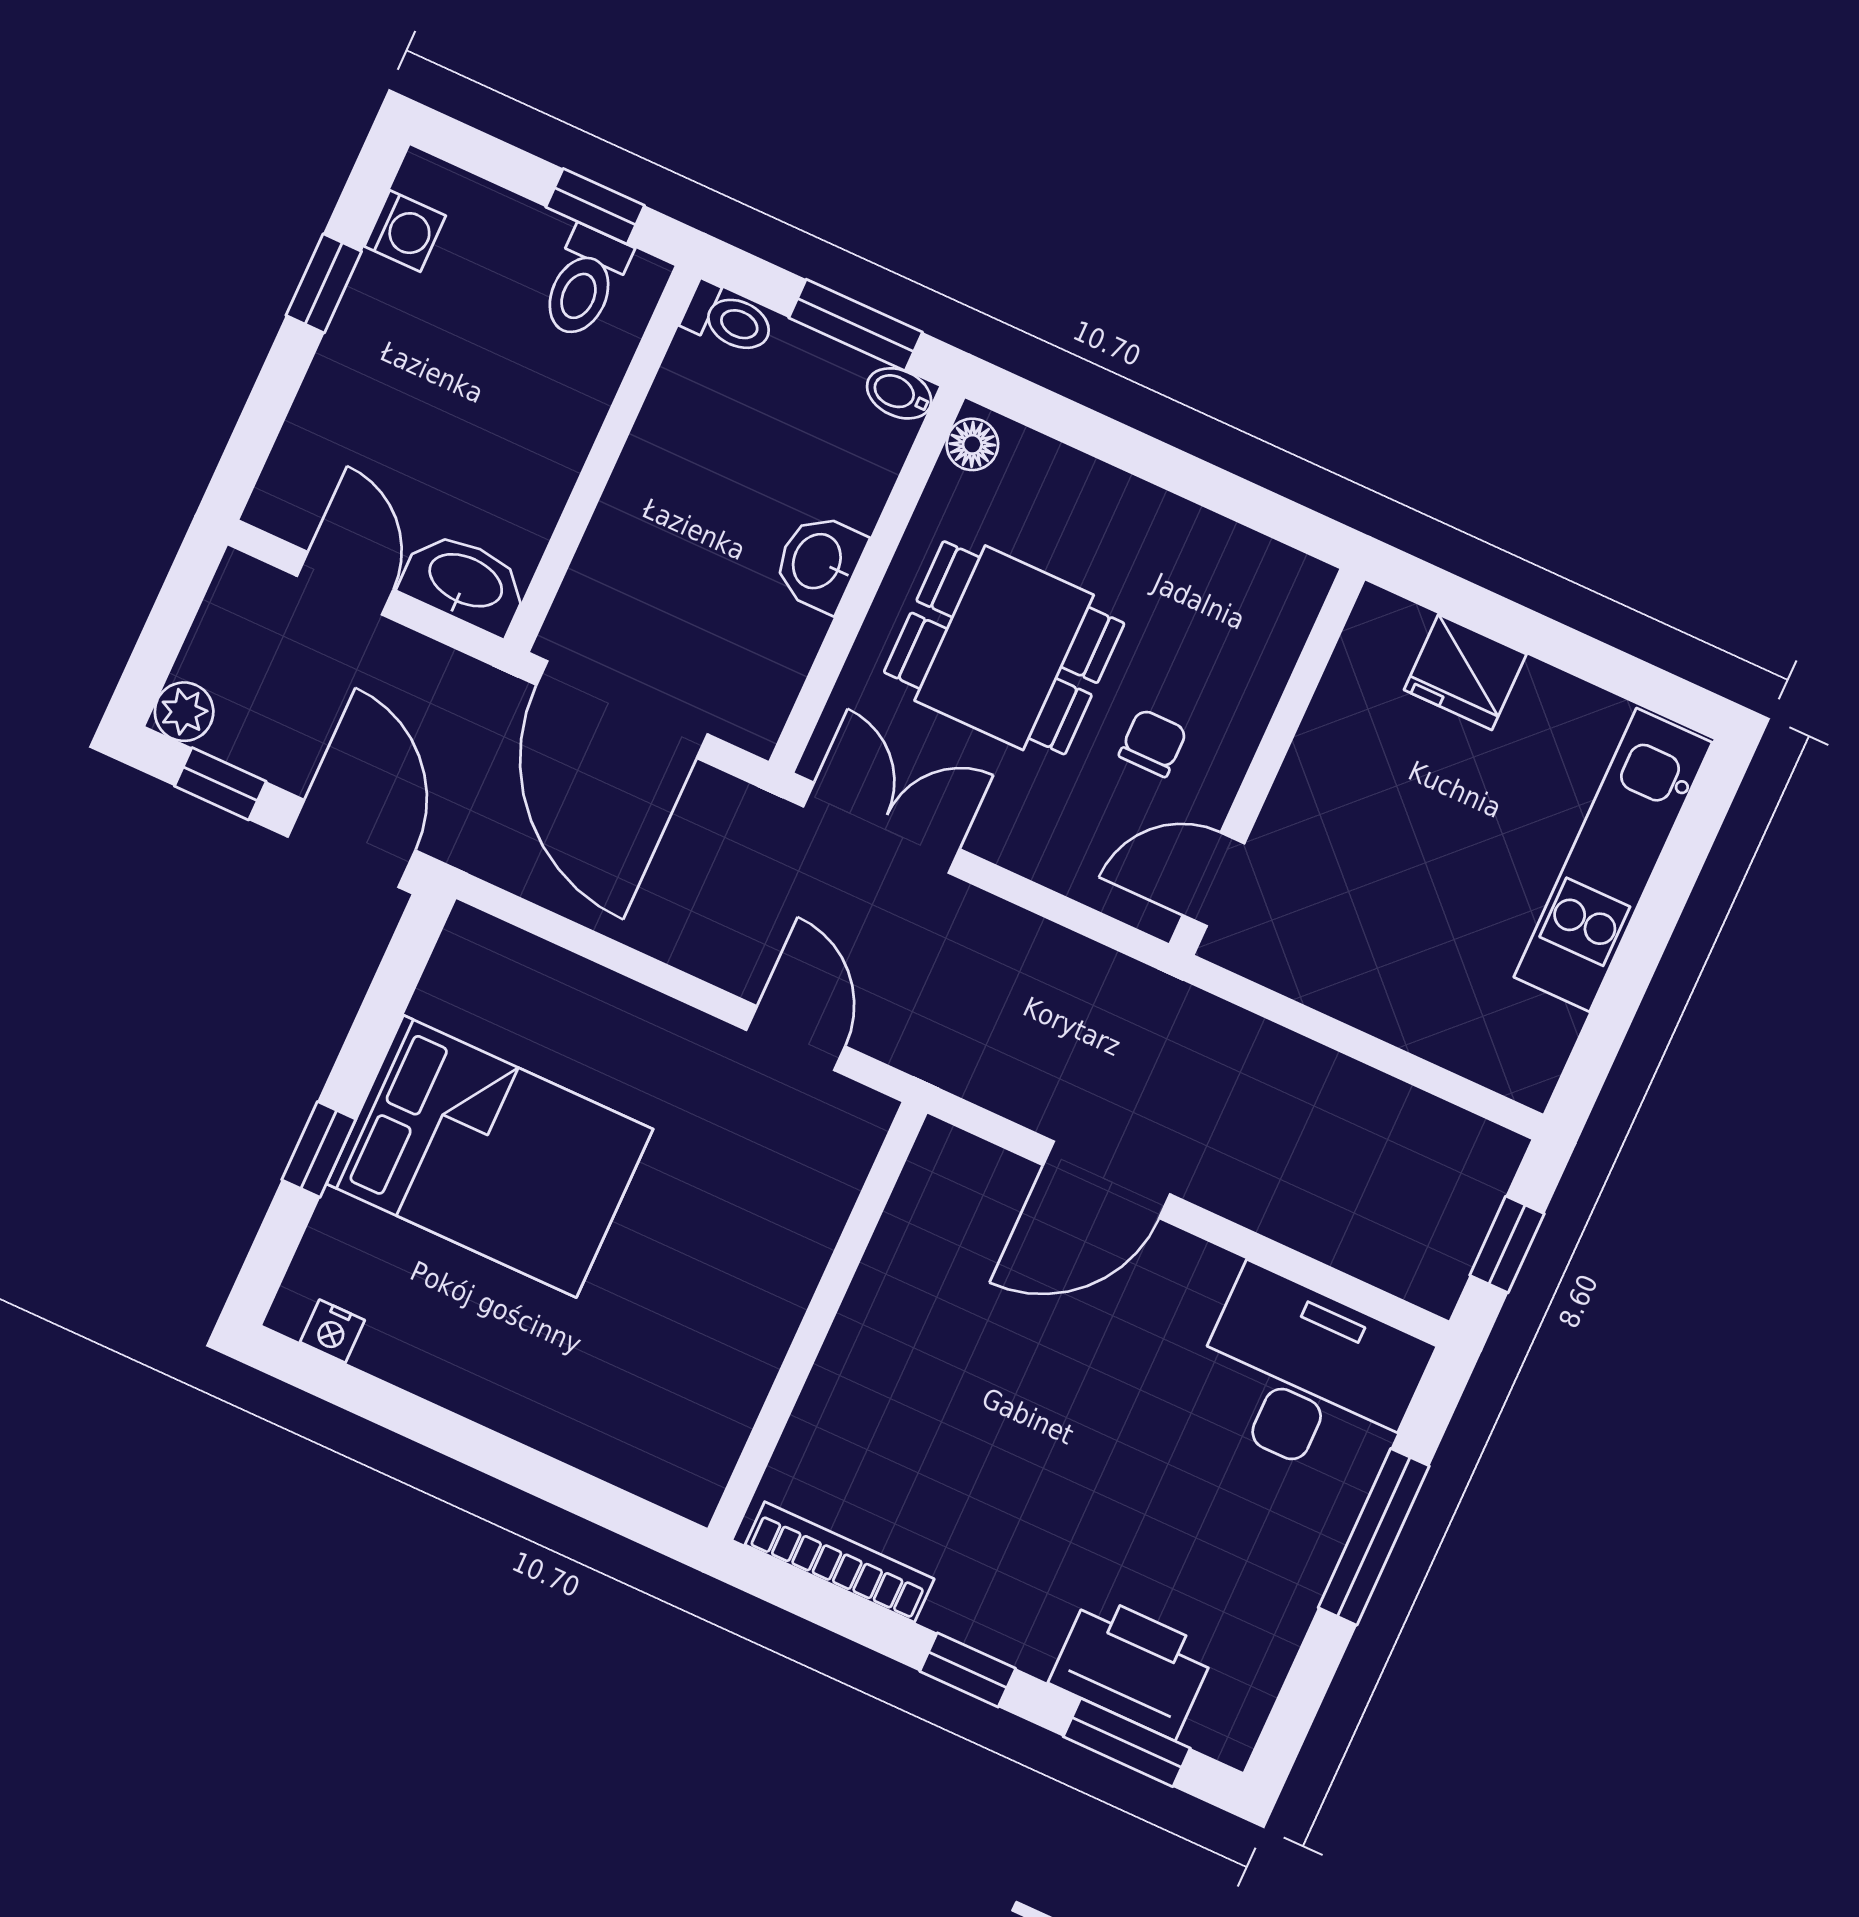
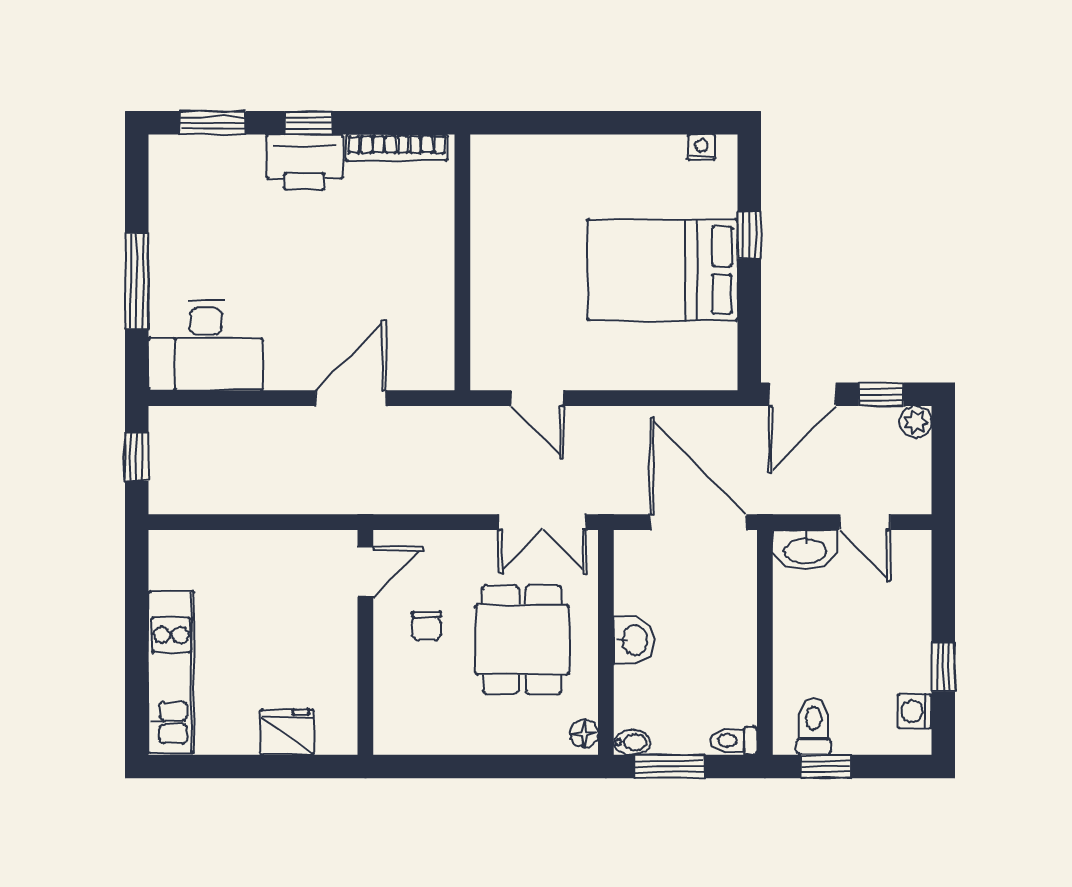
dining table: (1004, 648) -> (522, 640), turned 90
door: (351, 843) -> (802, 394), hinge flipped
printer: (1132, 1666) -> (304, 162), moved

